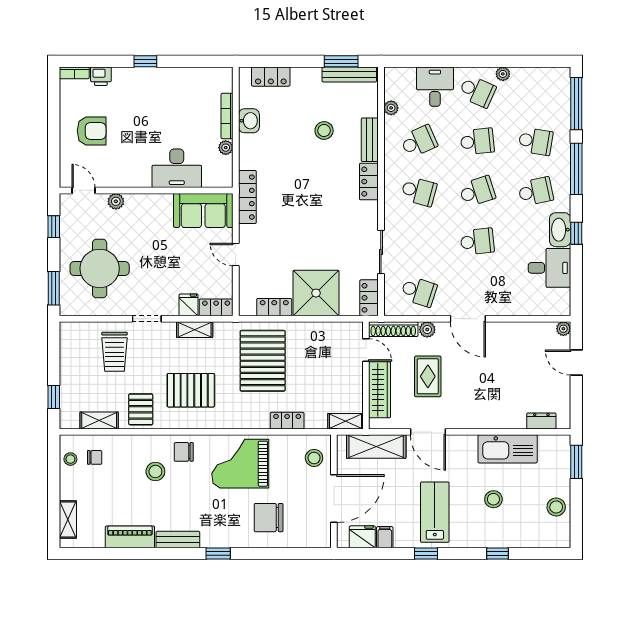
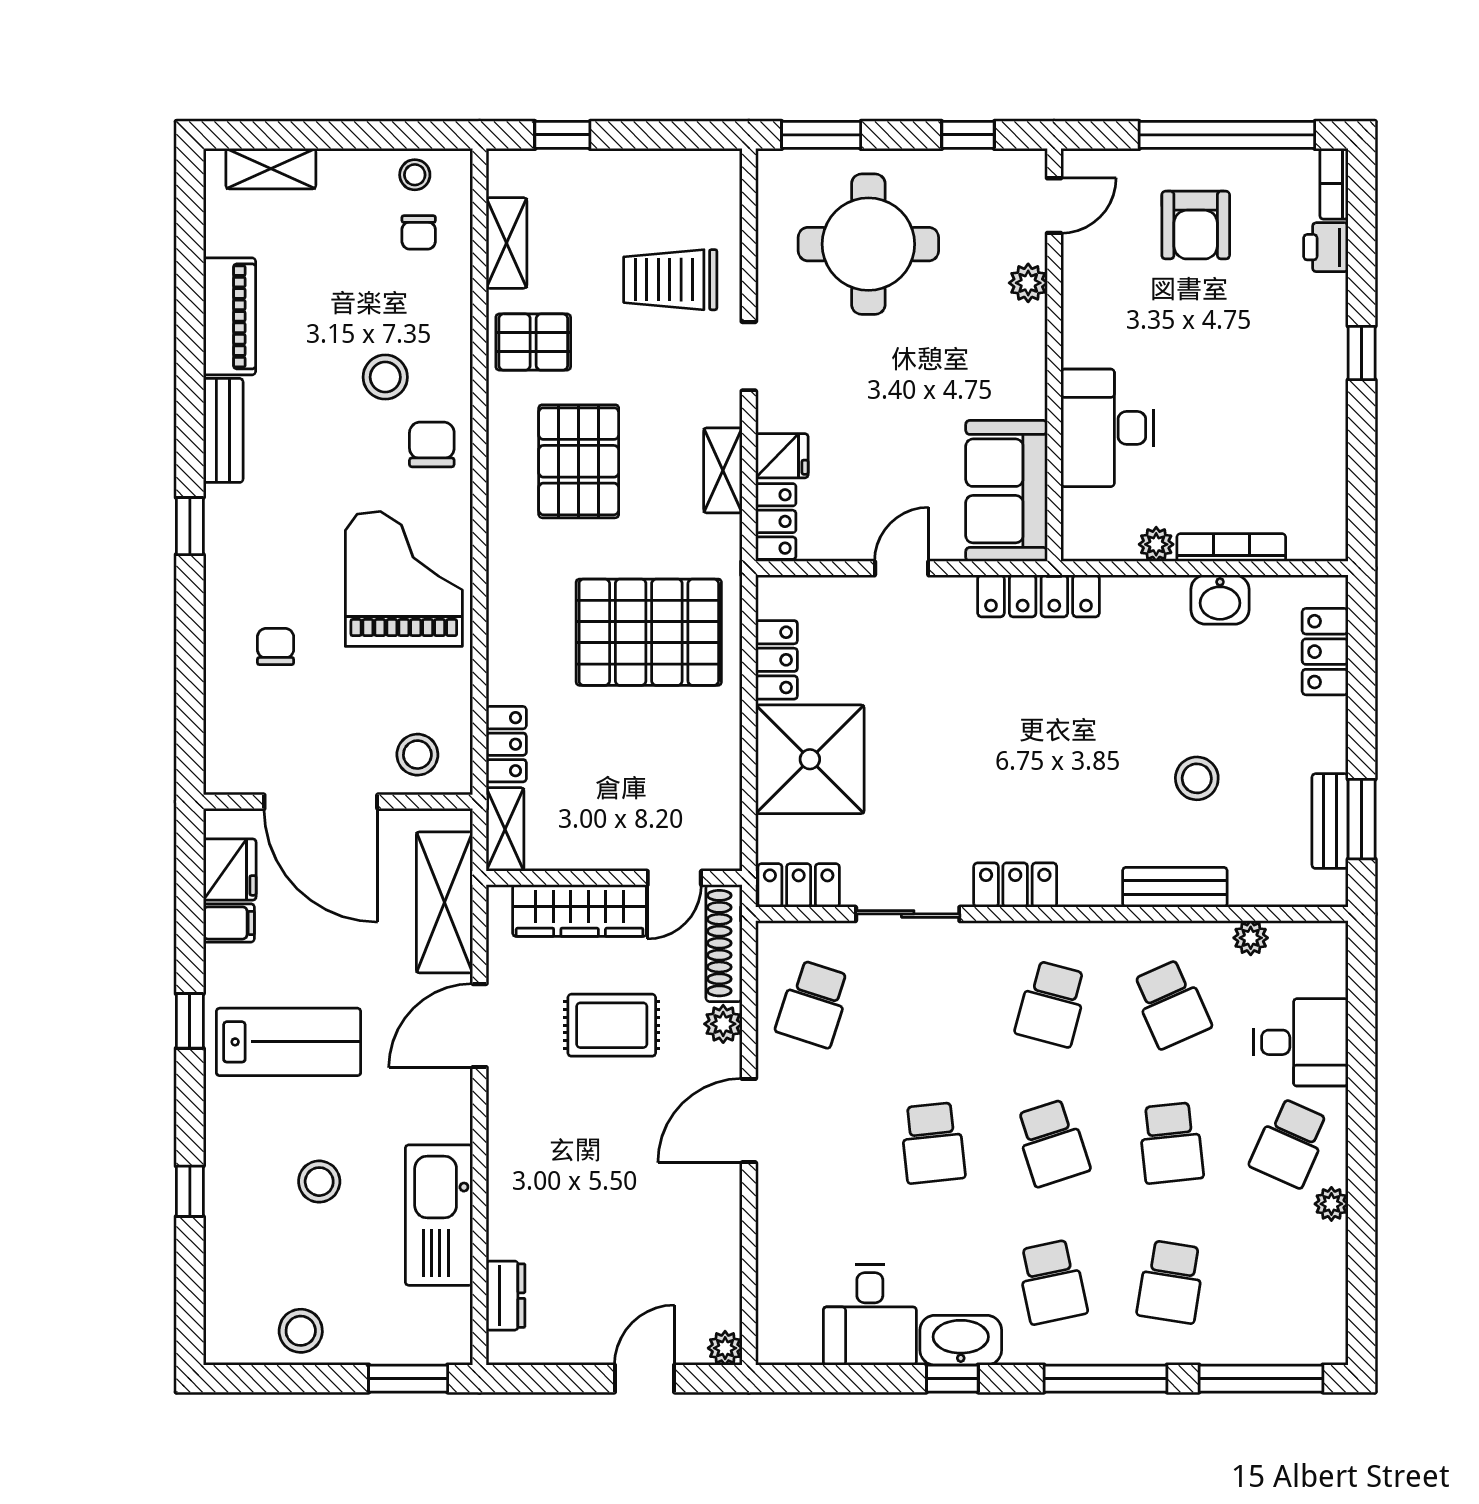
bench: (349, 75) -> (1330, 821), width x0.73
window: (54, 118) -> (1227, 135), added
locker: (369, 182) -> (1015, 885), moved
locker: (287, 421) -> (506, 744), moved
chair: (269, 518) -> (276, 647), width x0.54, depth x0.54

